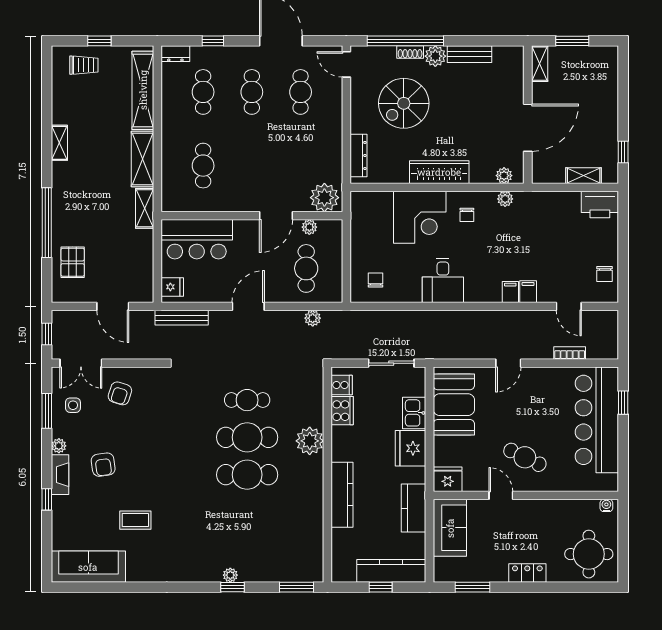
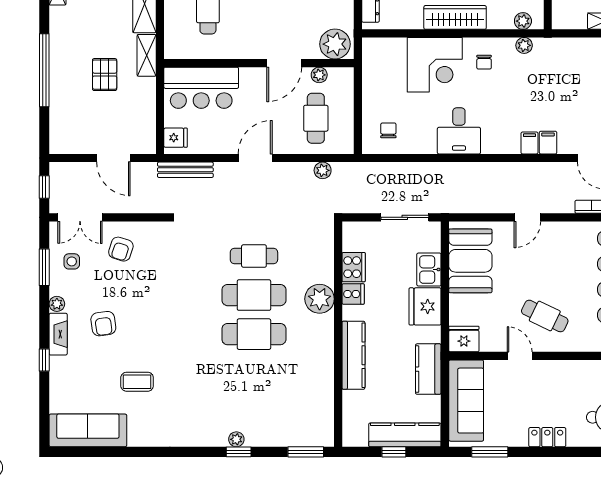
pallet: (73, 262) -> (105, 75), moved
cooker: (342, 385) -> (353, 294), moved
sofa: (450, 528) -> (466, 401), width x1.36

